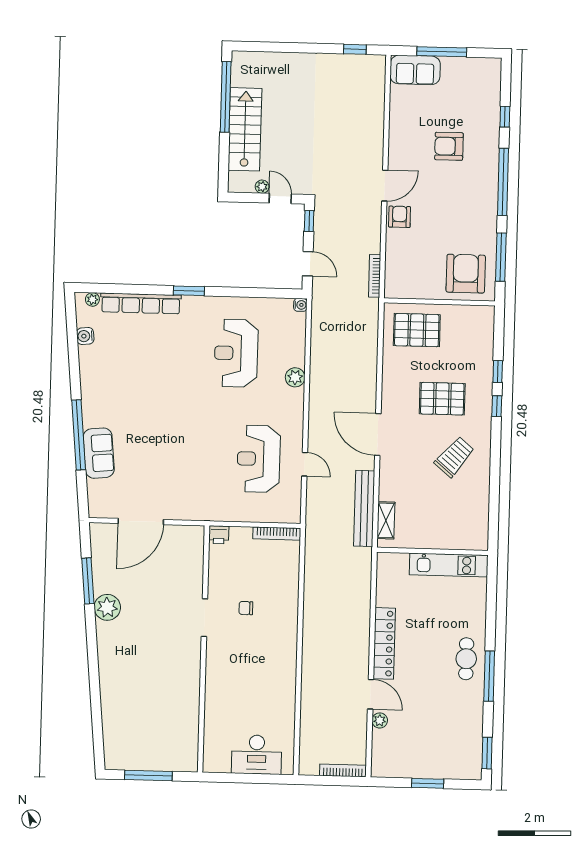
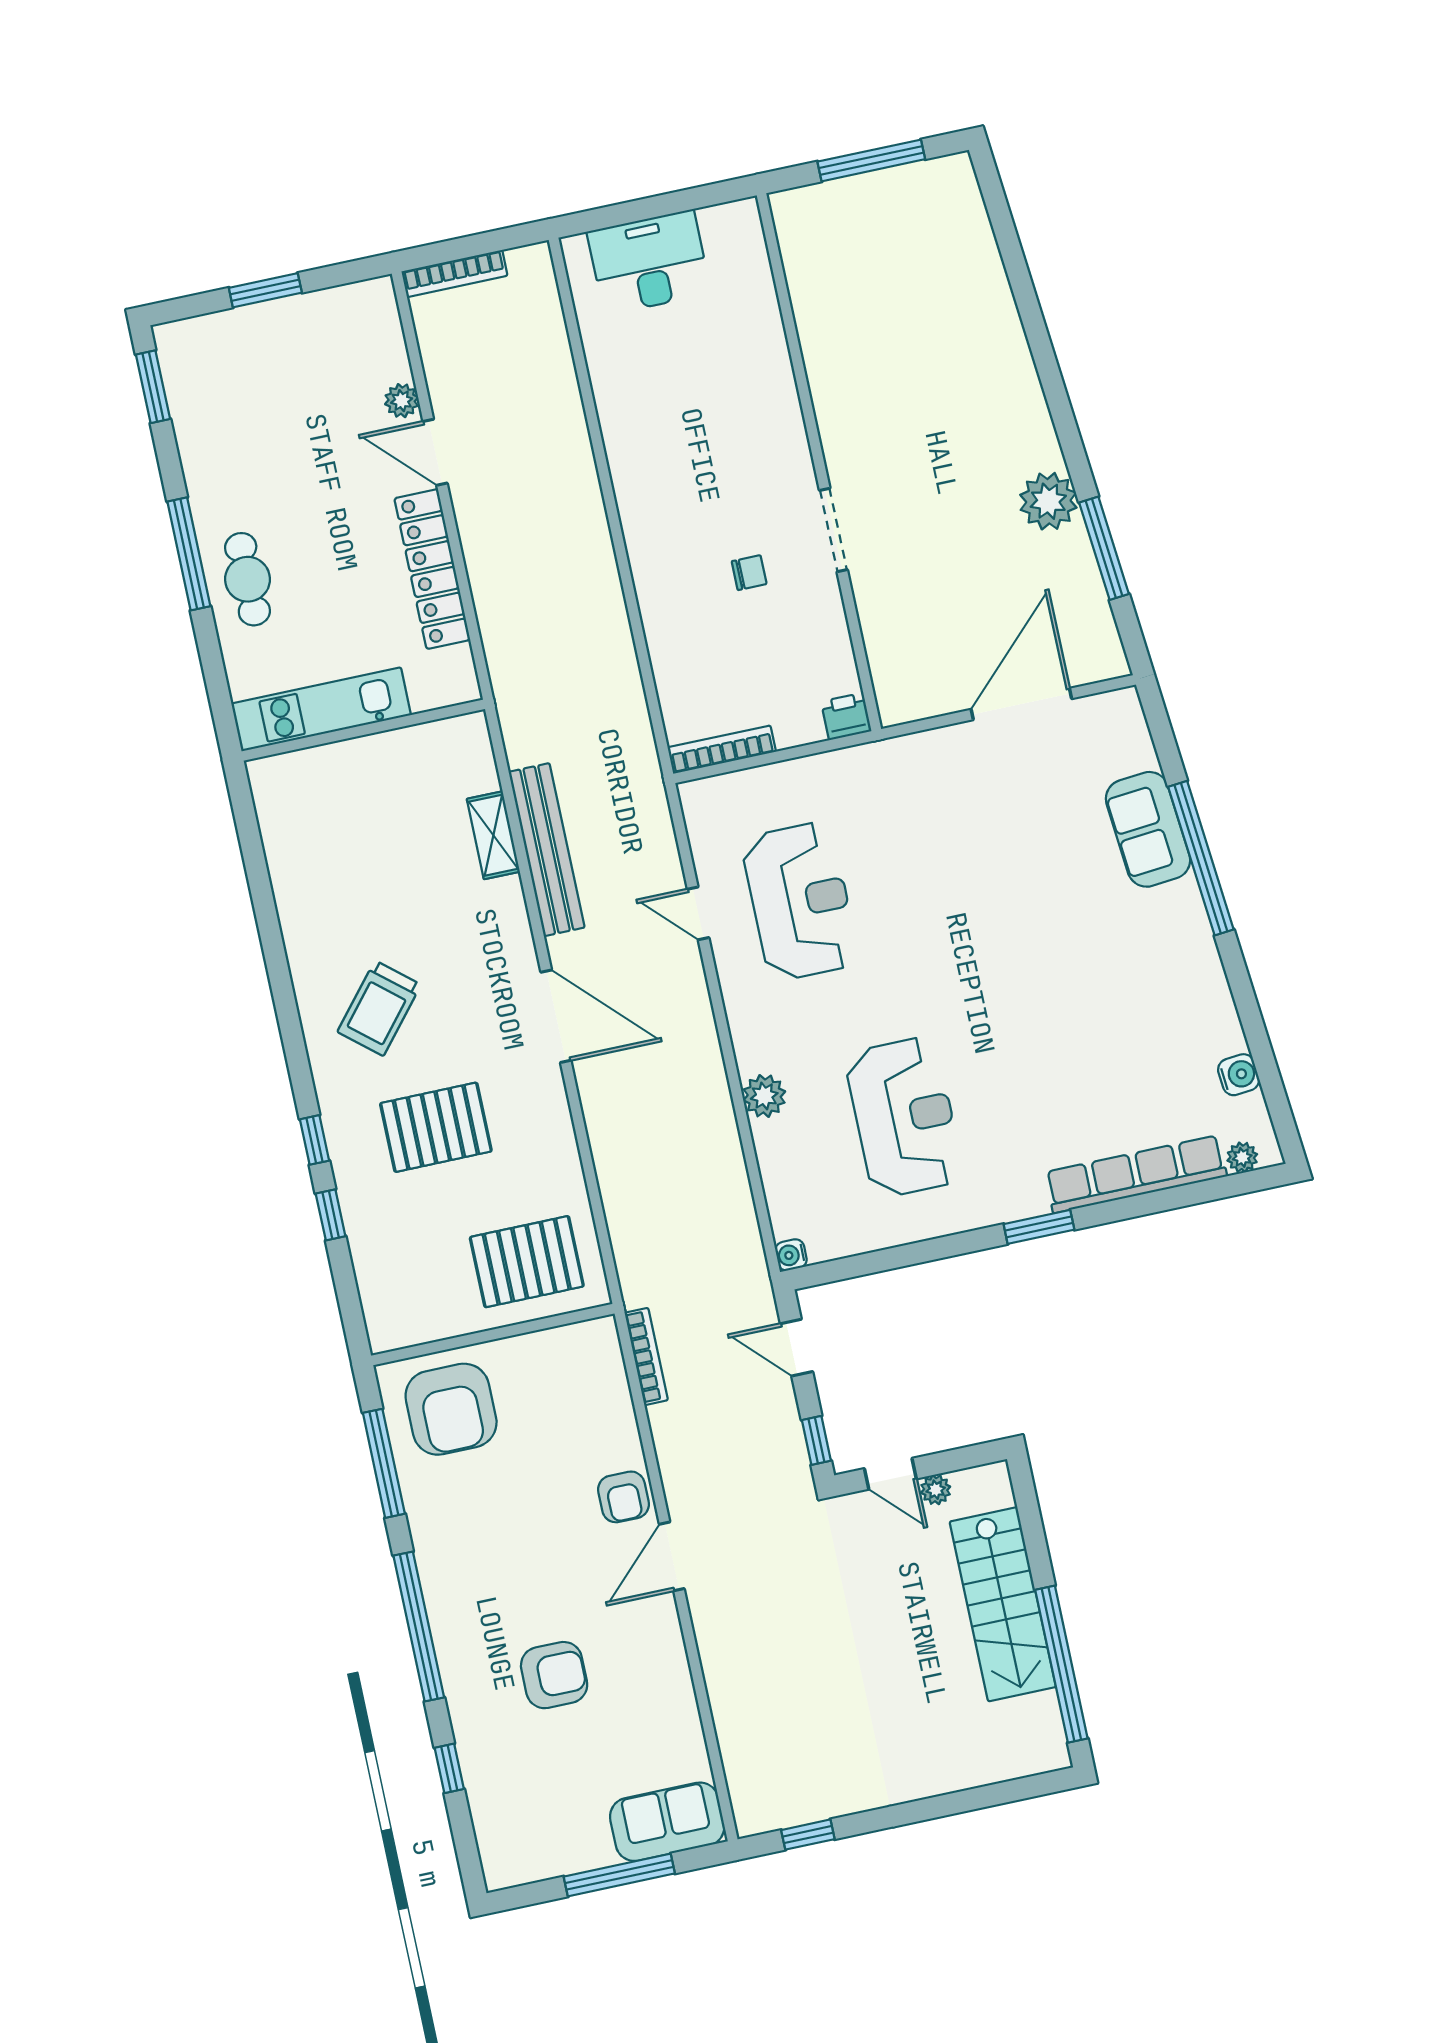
wall: (432, 551) -> (363, 730), moved
kitchen unit: (449, 565) -> (321, 709), moved

